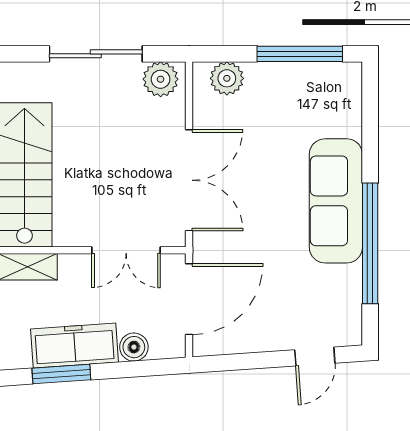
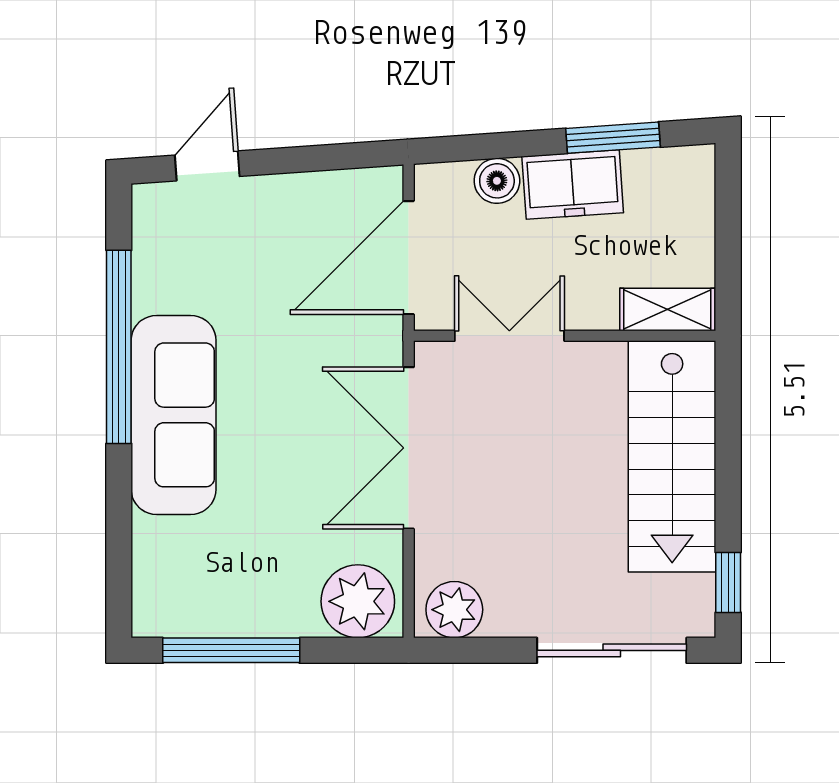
sliding door: (96, 54) -> (612, 650), moved
plant: (227, 78) -> (358, 601), width x1.36, depth x1.36
freezer: (74, 346) -> (573, 185), width x0.71

